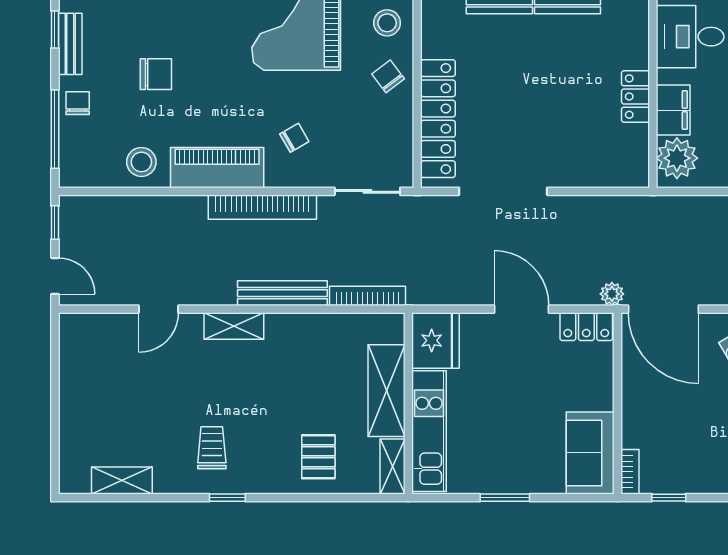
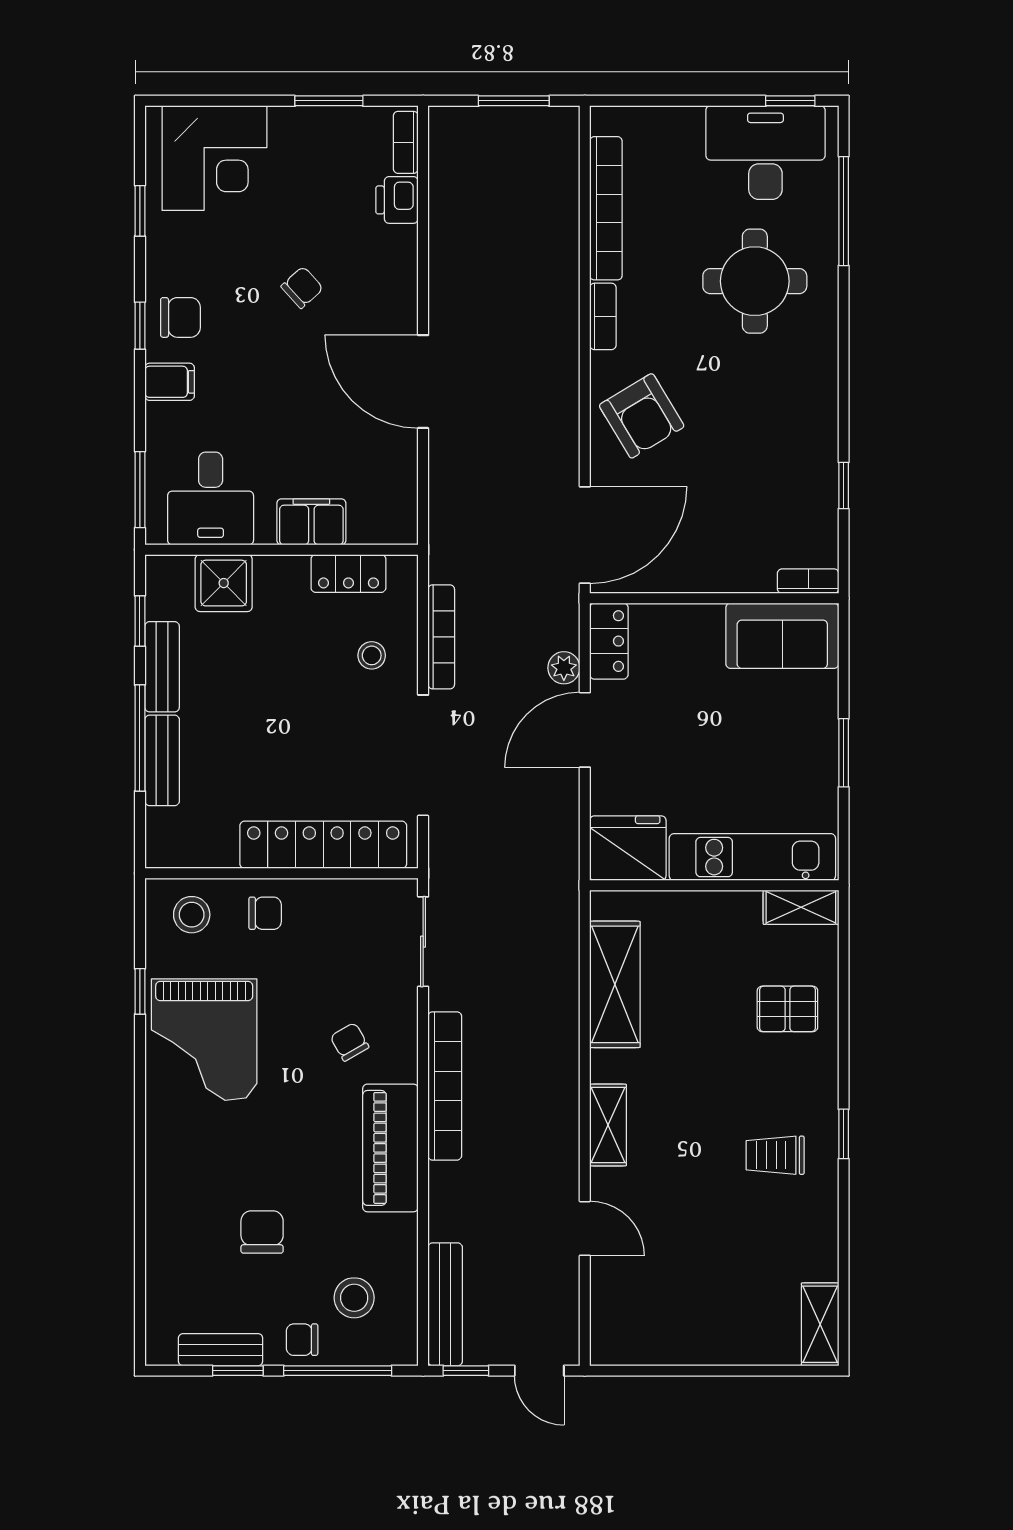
window: (55, 29) -> (238, 1371), moved
shower: (629, 46) -> (224, 583), added
chair: (388, 76) -> (265, 913), turned -143
locker: (635, 97) -> (348, 573), moved
stool: (576, 154) -> (372, 655), added
plant: (677, 158) -> (377, 516), removed
stool: (141, 162) -> (354, 1298), moved
door: (55, 276) -> (539, 1371), swing flipped
bench: (282, 293) -> (445, 1304), moved
plant: (612, 294) -> (564, 668), moved
bookcase: (367, 296) -> (441, 637), moved, turned 180
shelving: (386, 391) -> (615, 984), moved, turned 90
shelving: (122, 480) -> (820, 1324), moved
window: (669, 498) -> (844, 486), moved

